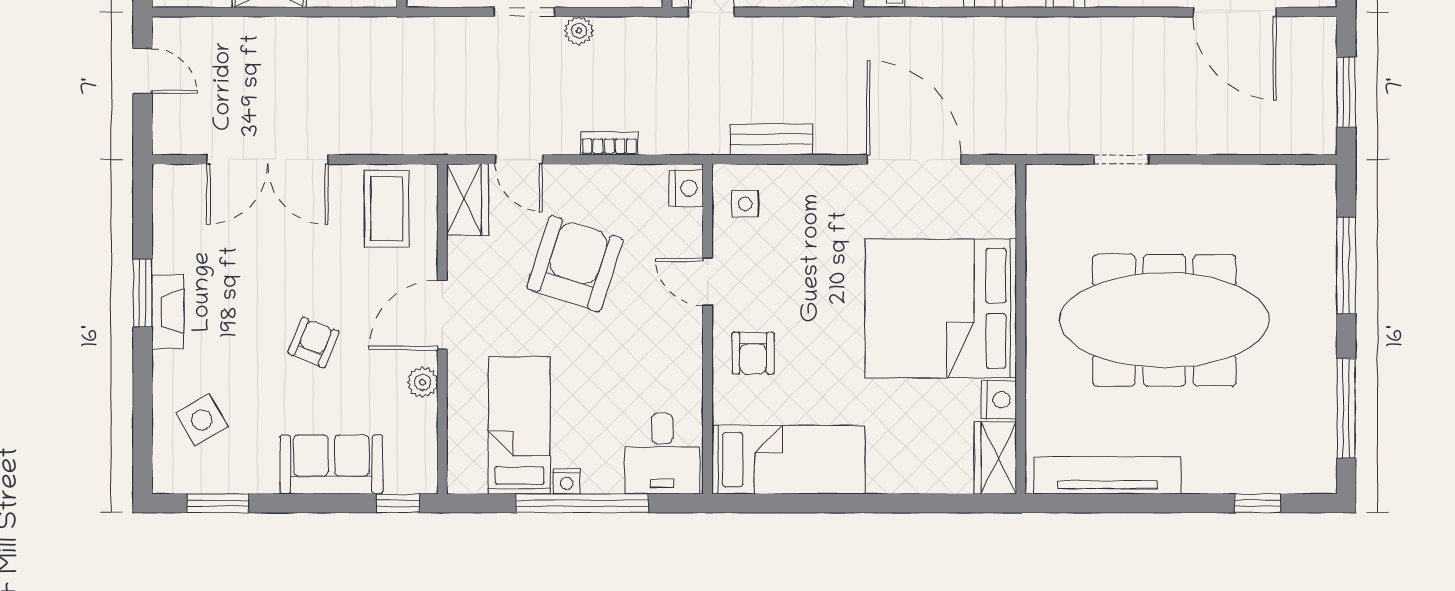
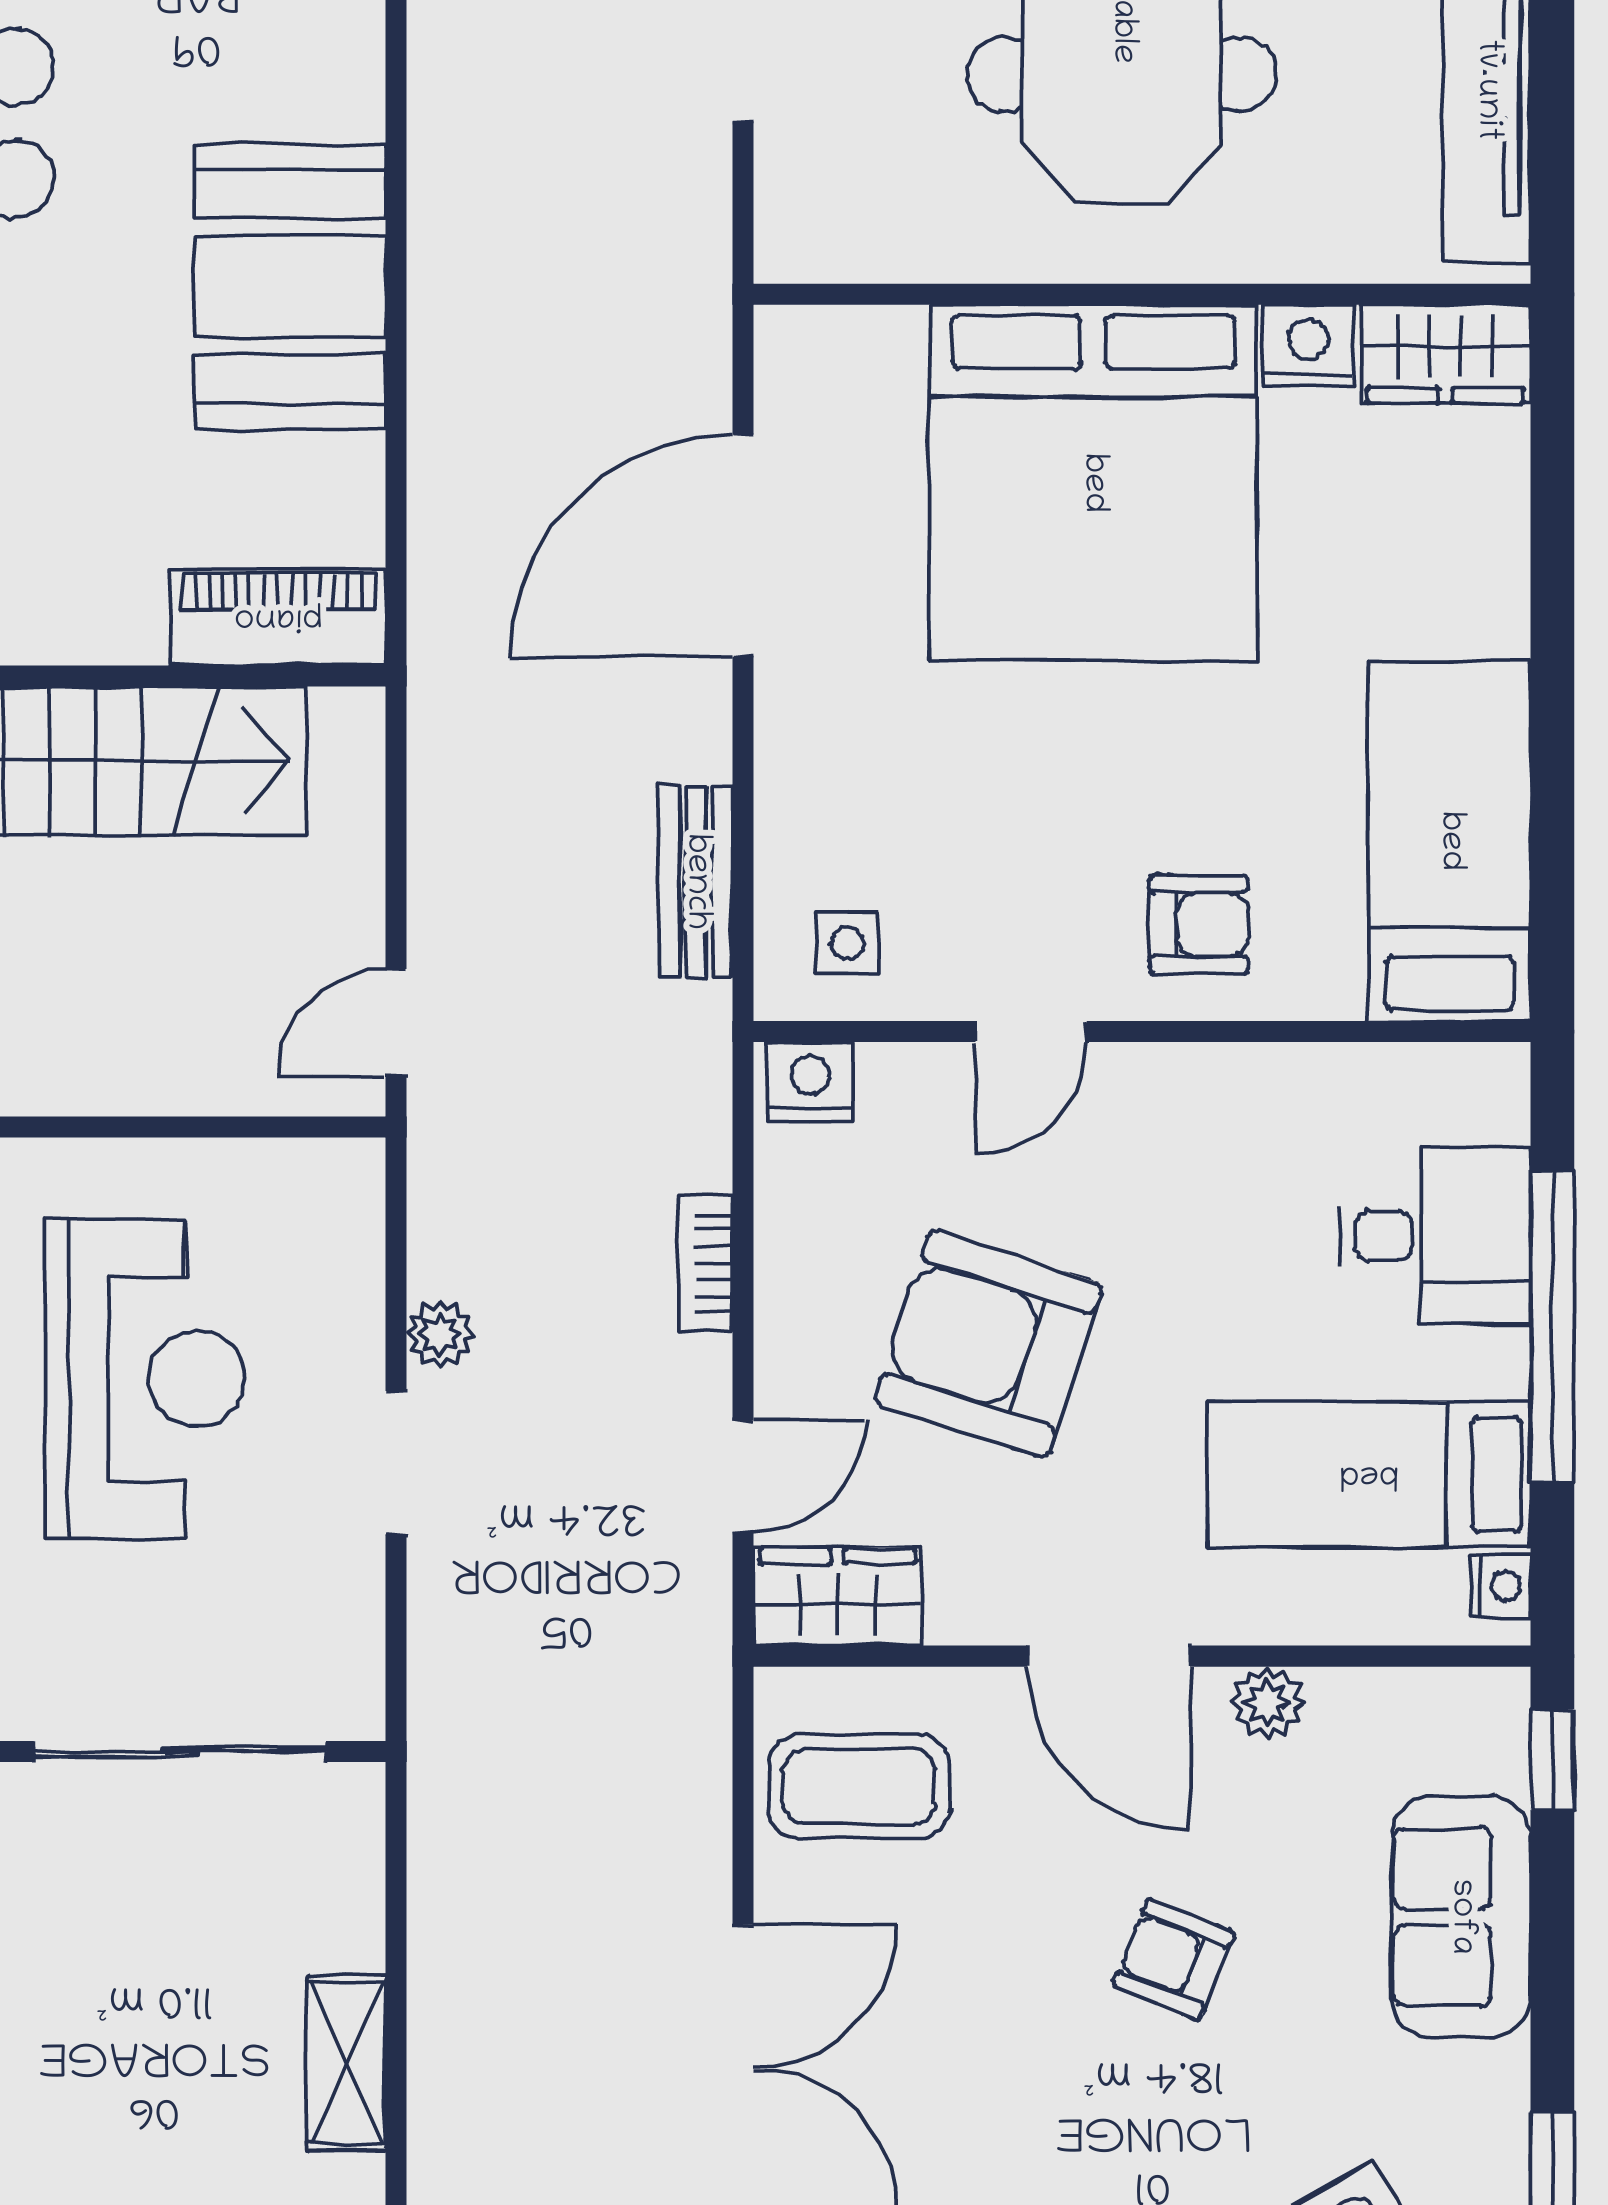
desk: (662, 454) -> (1435, 1236), moved
nightstand: (567, 481) -> (1501, 1586), moved

